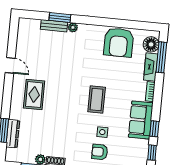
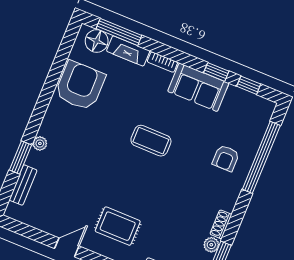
bench: (54, 26) -> (23, 185), moved
armchair: (119, 42) -> (80, 86), turned -90
side table: (102, 132) -> (199, 146), removed

